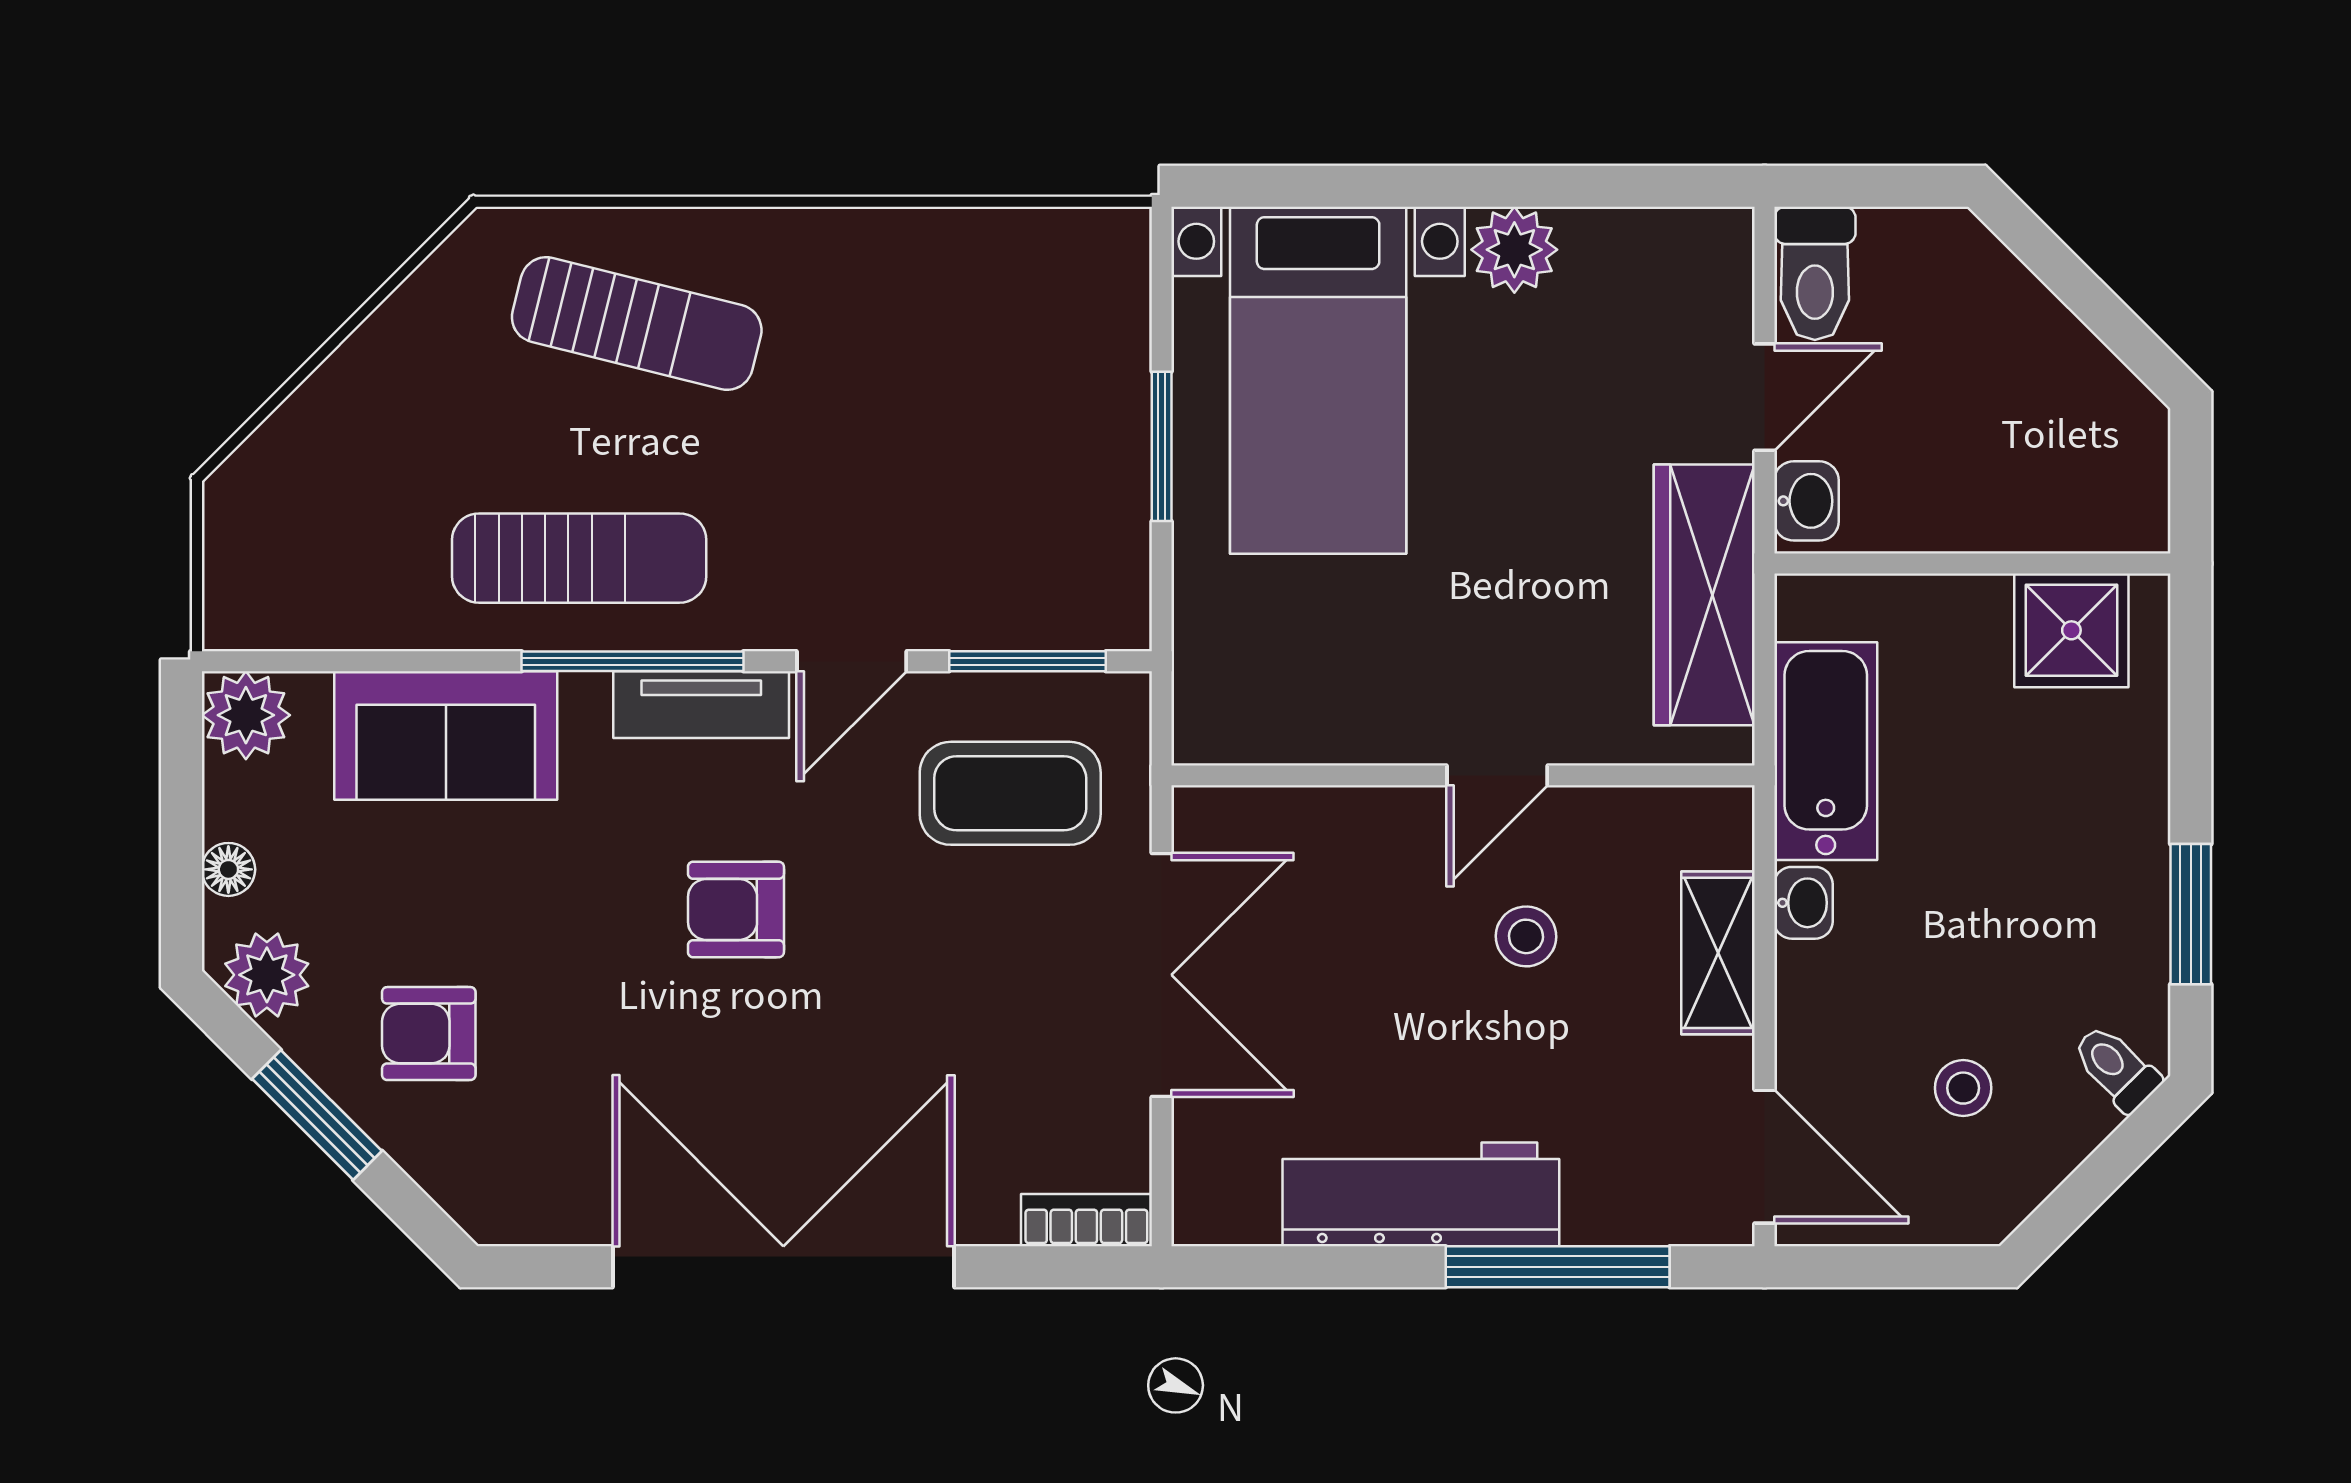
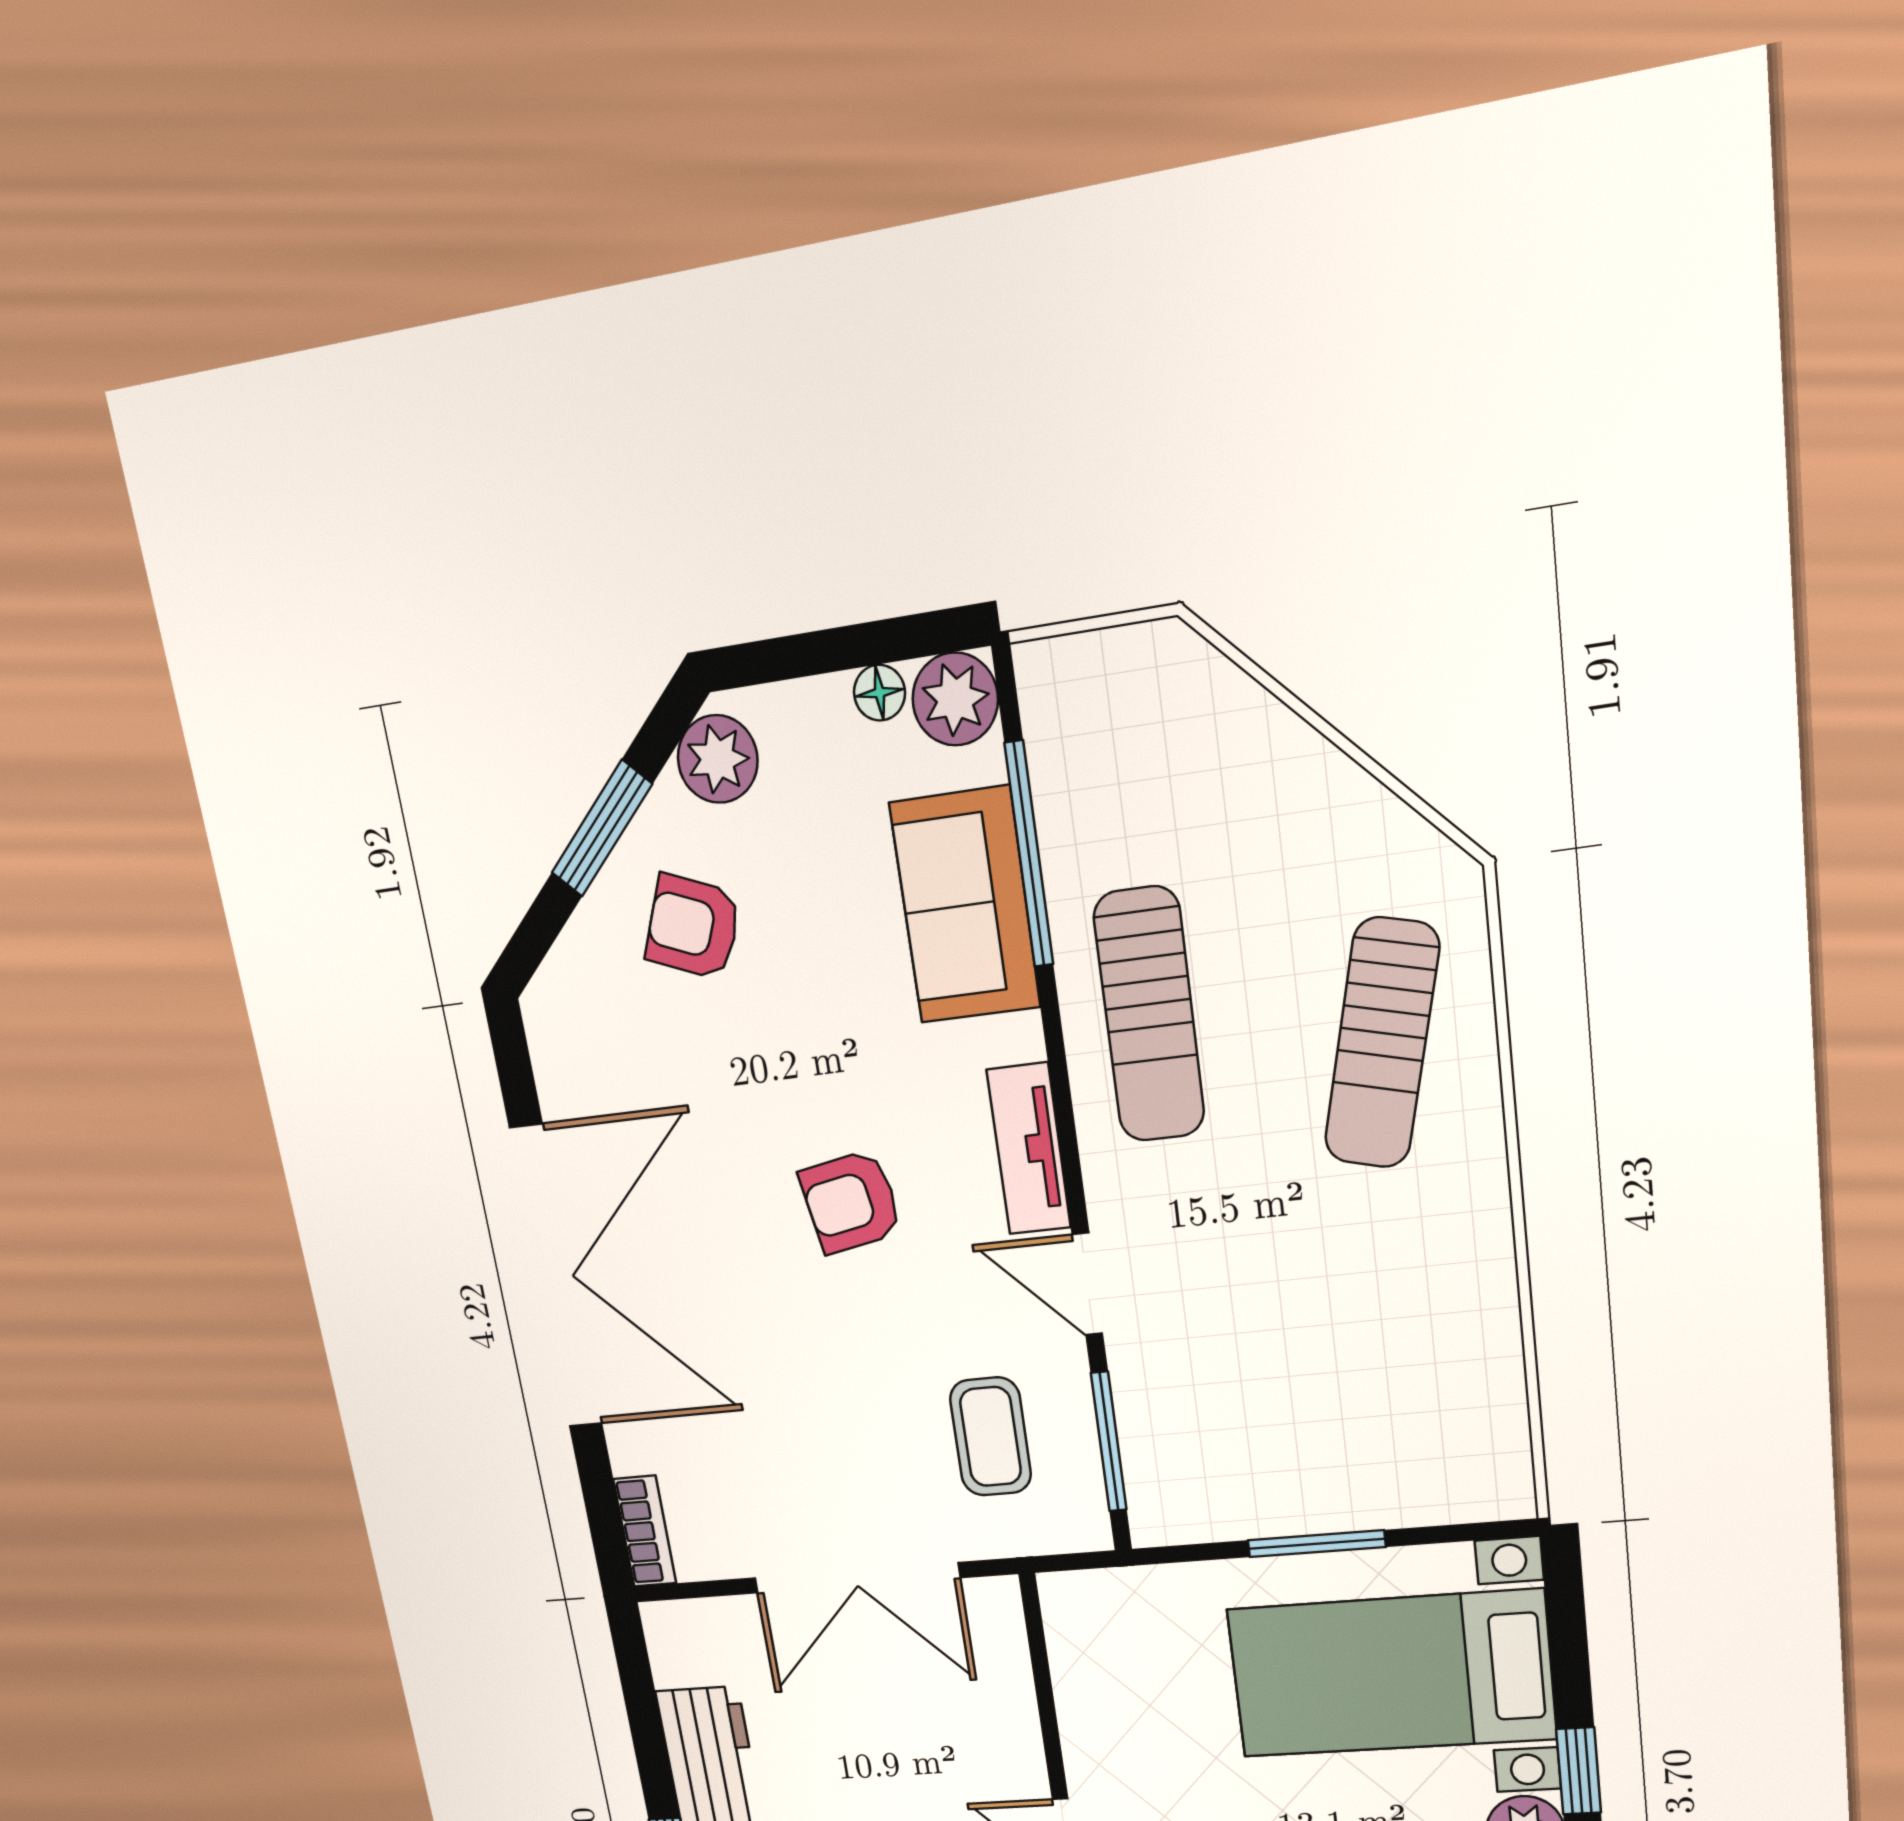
window: (1445, 186) -> (1579, 1771), added
window: (632, 661) -> (1029, 855), moved
coffee table: (1010, 793) -> (991, 1437), width x0.73, depth x0.77
floor lamp: (228, 869) -> (879, 693), moved
armchair: (736, 909) -> (851, 1202), turned -100
armchair: (429, 1034) -> (693, 927), turned -68

